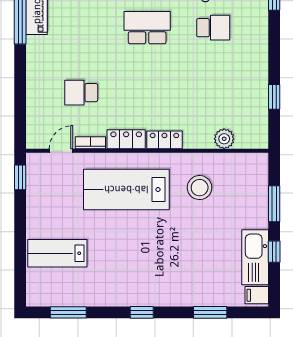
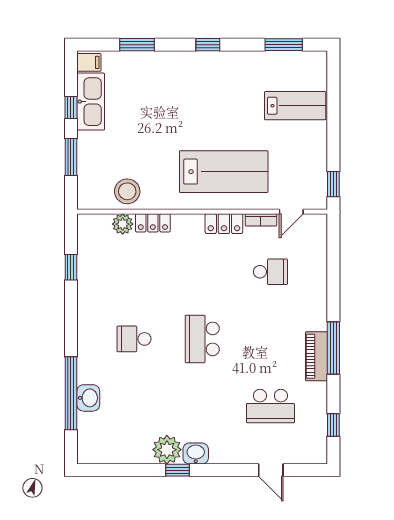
school desk: (147, 28) -> (202, 339), turned 90
locker: (164, 140) -> (153, 223), moved
stool: (200, 188) -> (127, 191), moved

